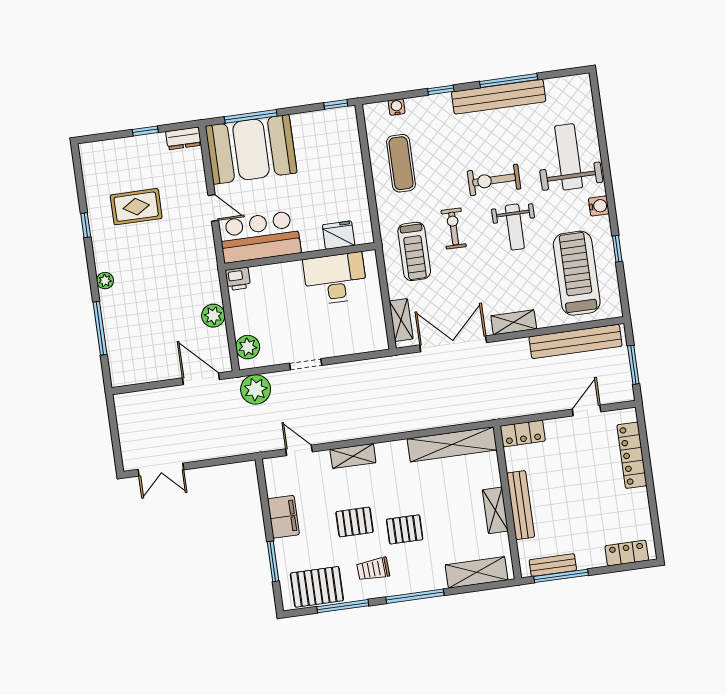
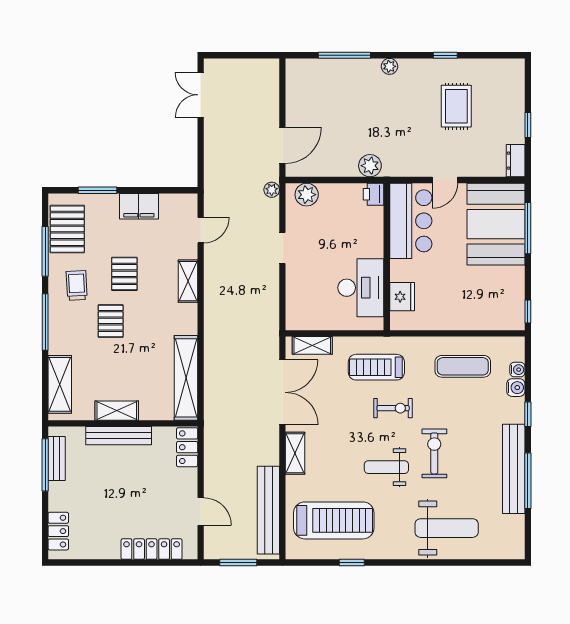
water cooler: (599, 206) -> (516, 388), moved, turned -90
plant: (213, 316) -> (370, 166), moved
plant: (256, 389) -> (272, 190), width x0.53, depth x0.53

